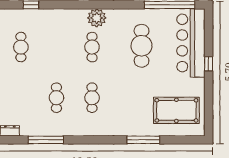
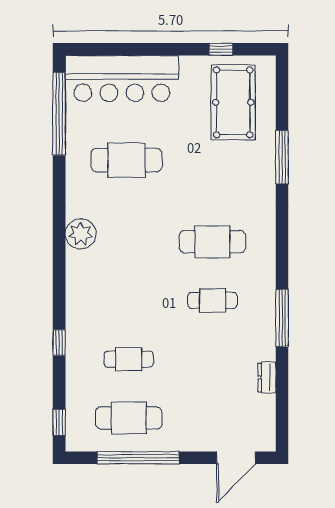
cafe table: (92, 47) -> (129, 242), removed
window: (209, 64) -> (221, 49), moved
cafe table: (92, 98) -> (212, 242), width x1.37, depth x1.35

